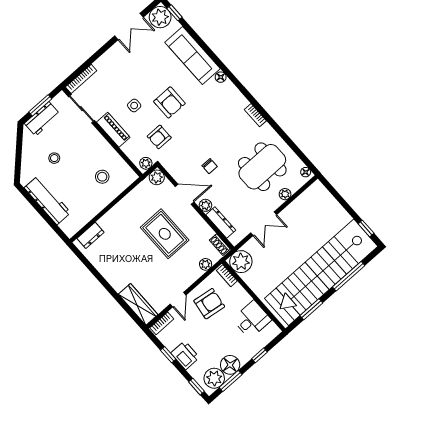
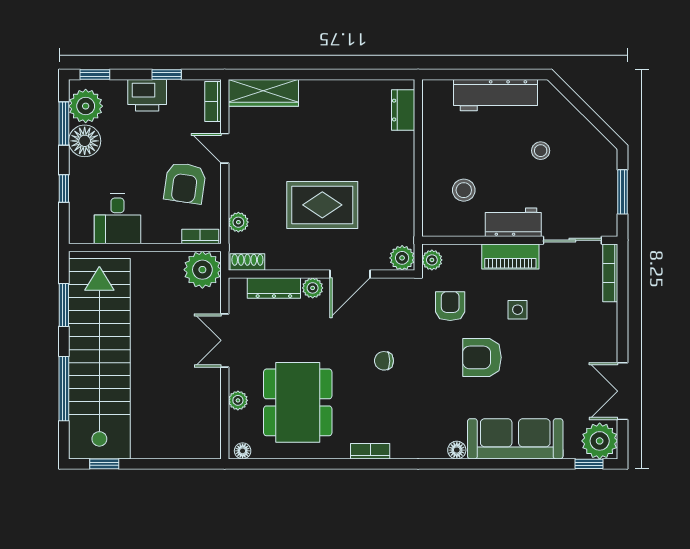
workbench: (42, 119) -> (513, 222), moved, turned 90
chair: (210, 166) -> (384, 361), moved

